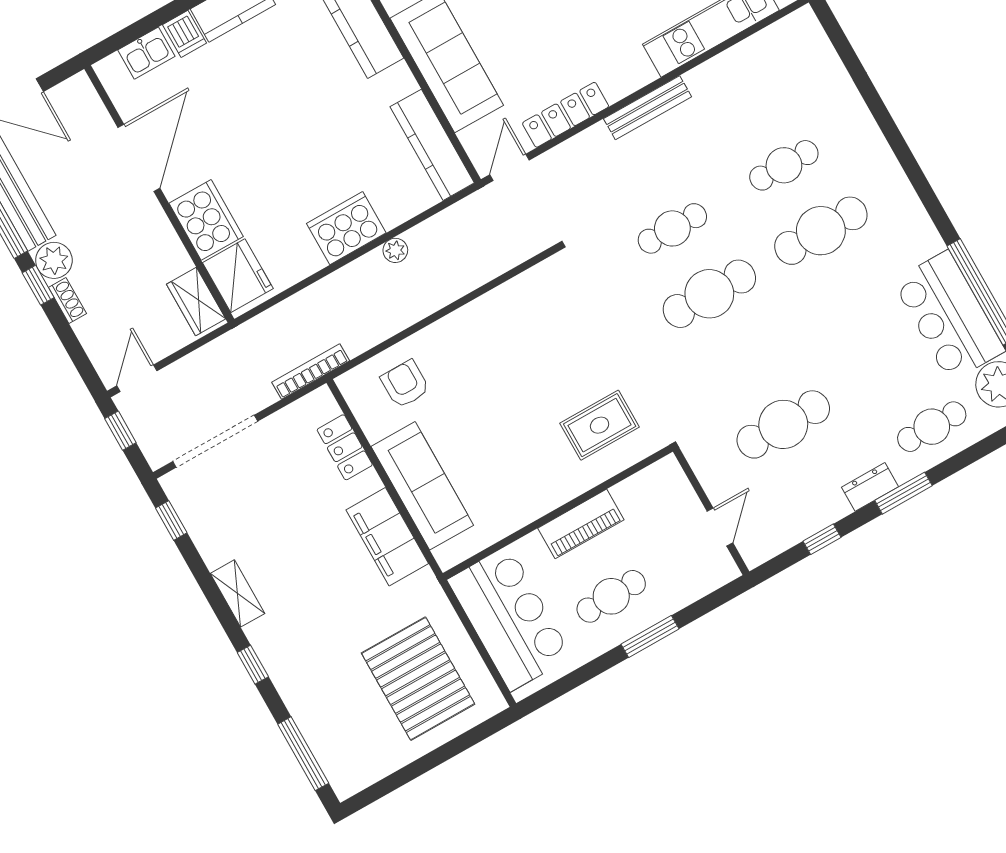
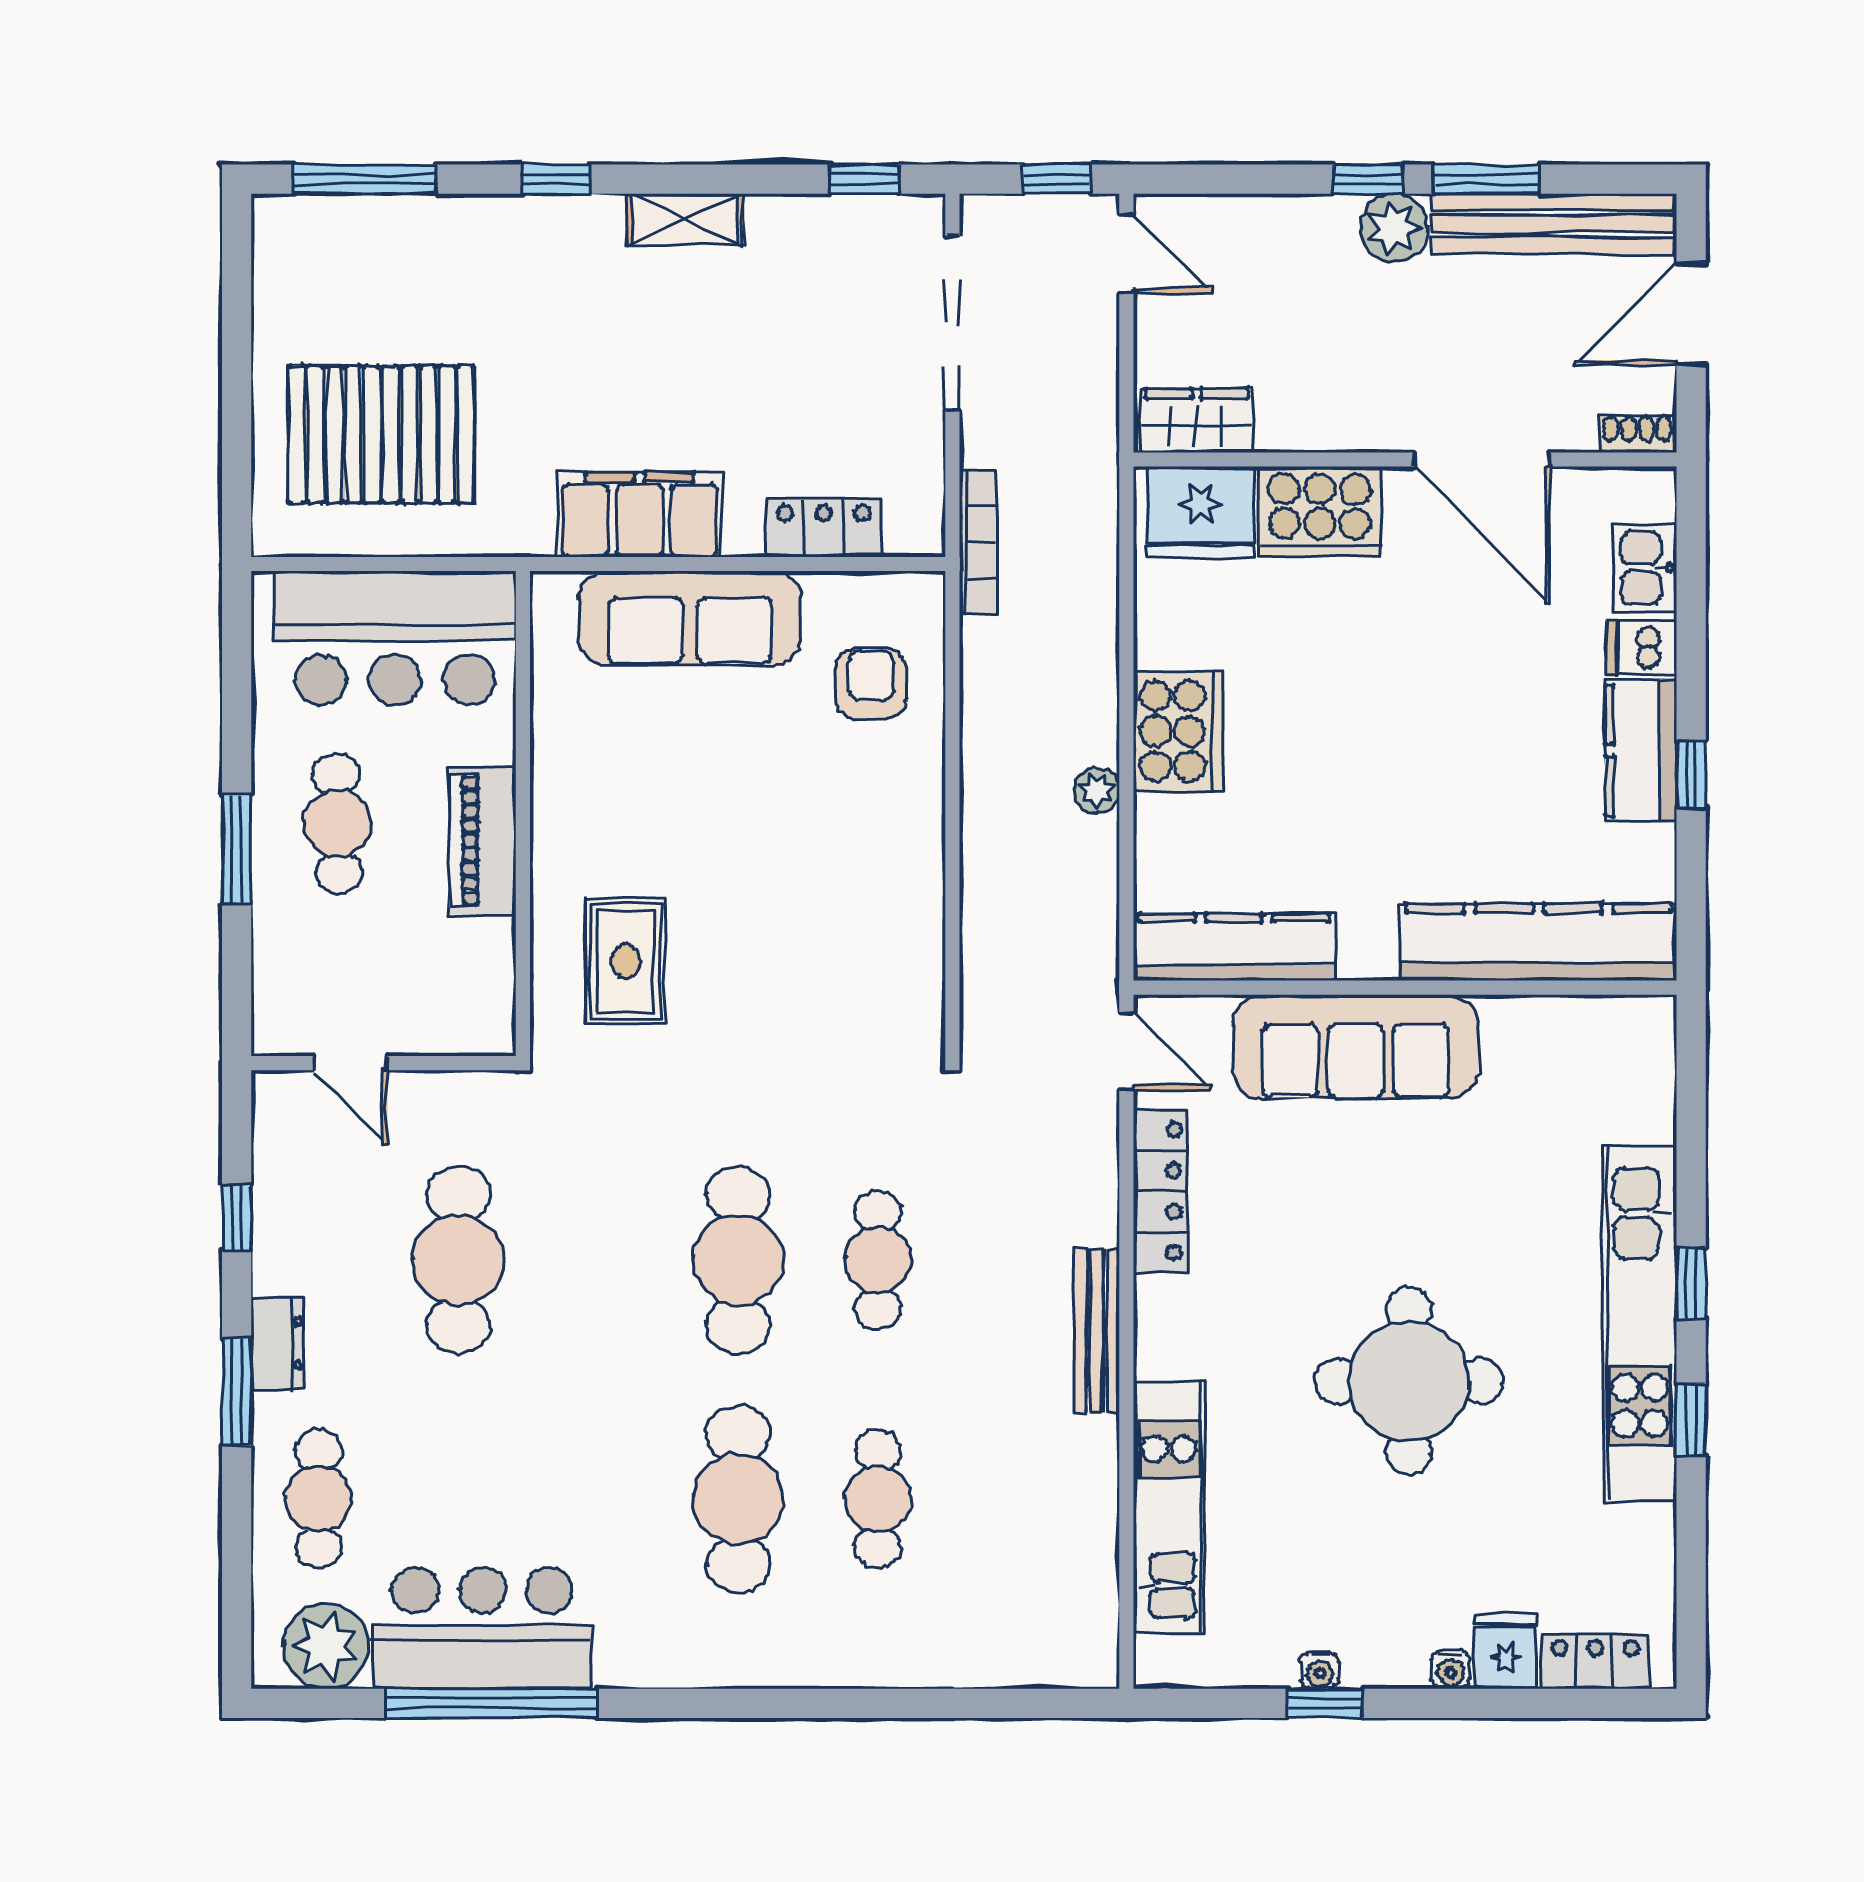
shoe rack: (67, 301) -> (1638, 434), moved, turned 180
armchair: (405, 384) -> (871, 684), turned -90

